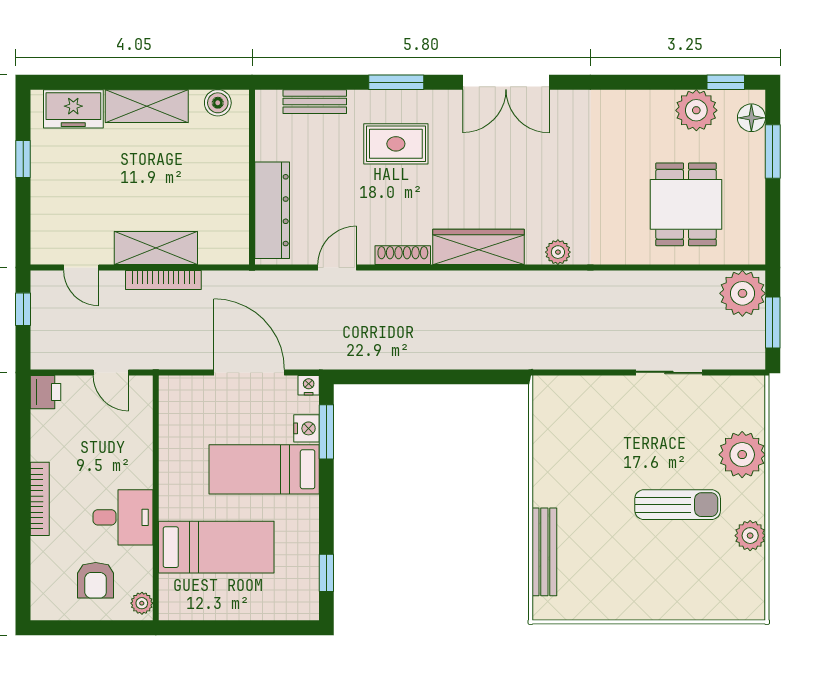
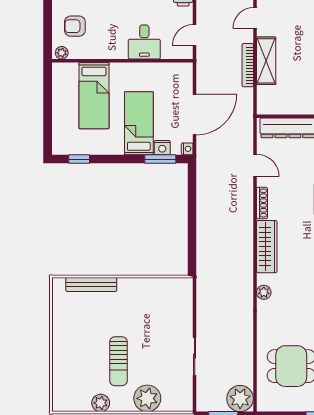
desk: (123, 517) -> (144, 42), moved

